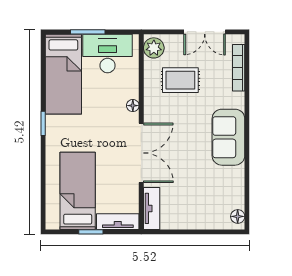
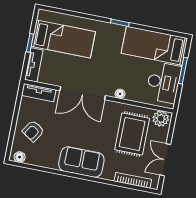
rug: (180, 80) -> (132, 134), width x1.36, depth x1.43
armchair: (201, 206) -> (33, 131), added

